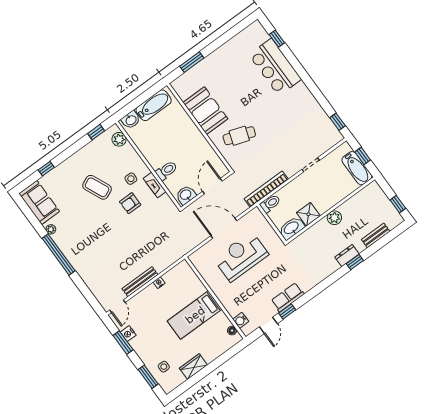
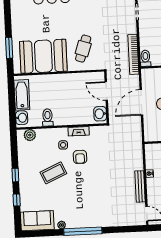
booth: (205, 111) -> (43, 56), width x1.36, depth x1.42
window: (96, 132) -> (15, 175), moved
toilet: (166, 171) -> (48, 117), moved

